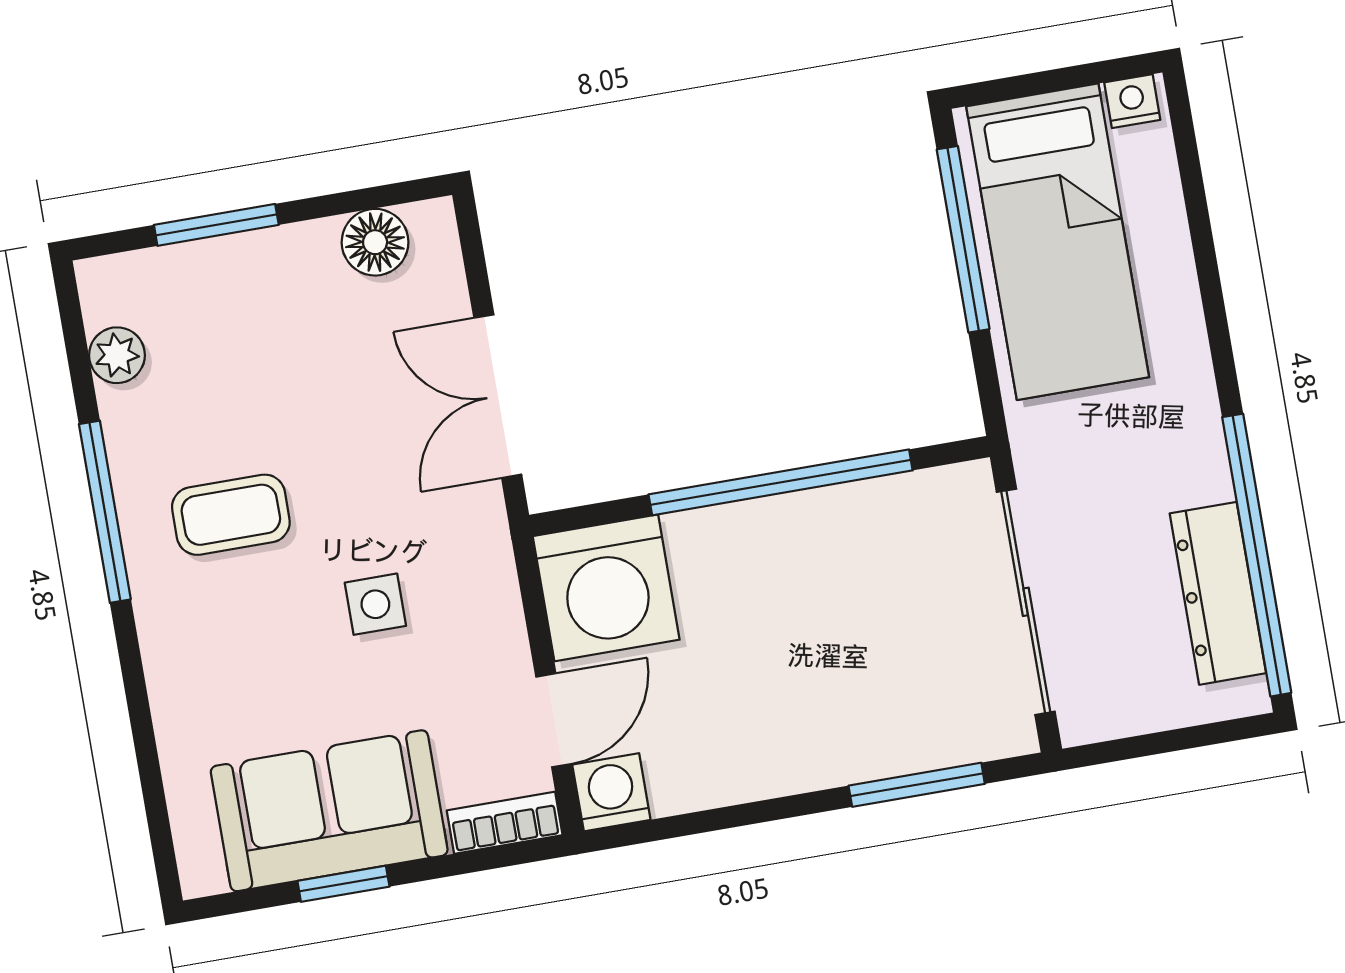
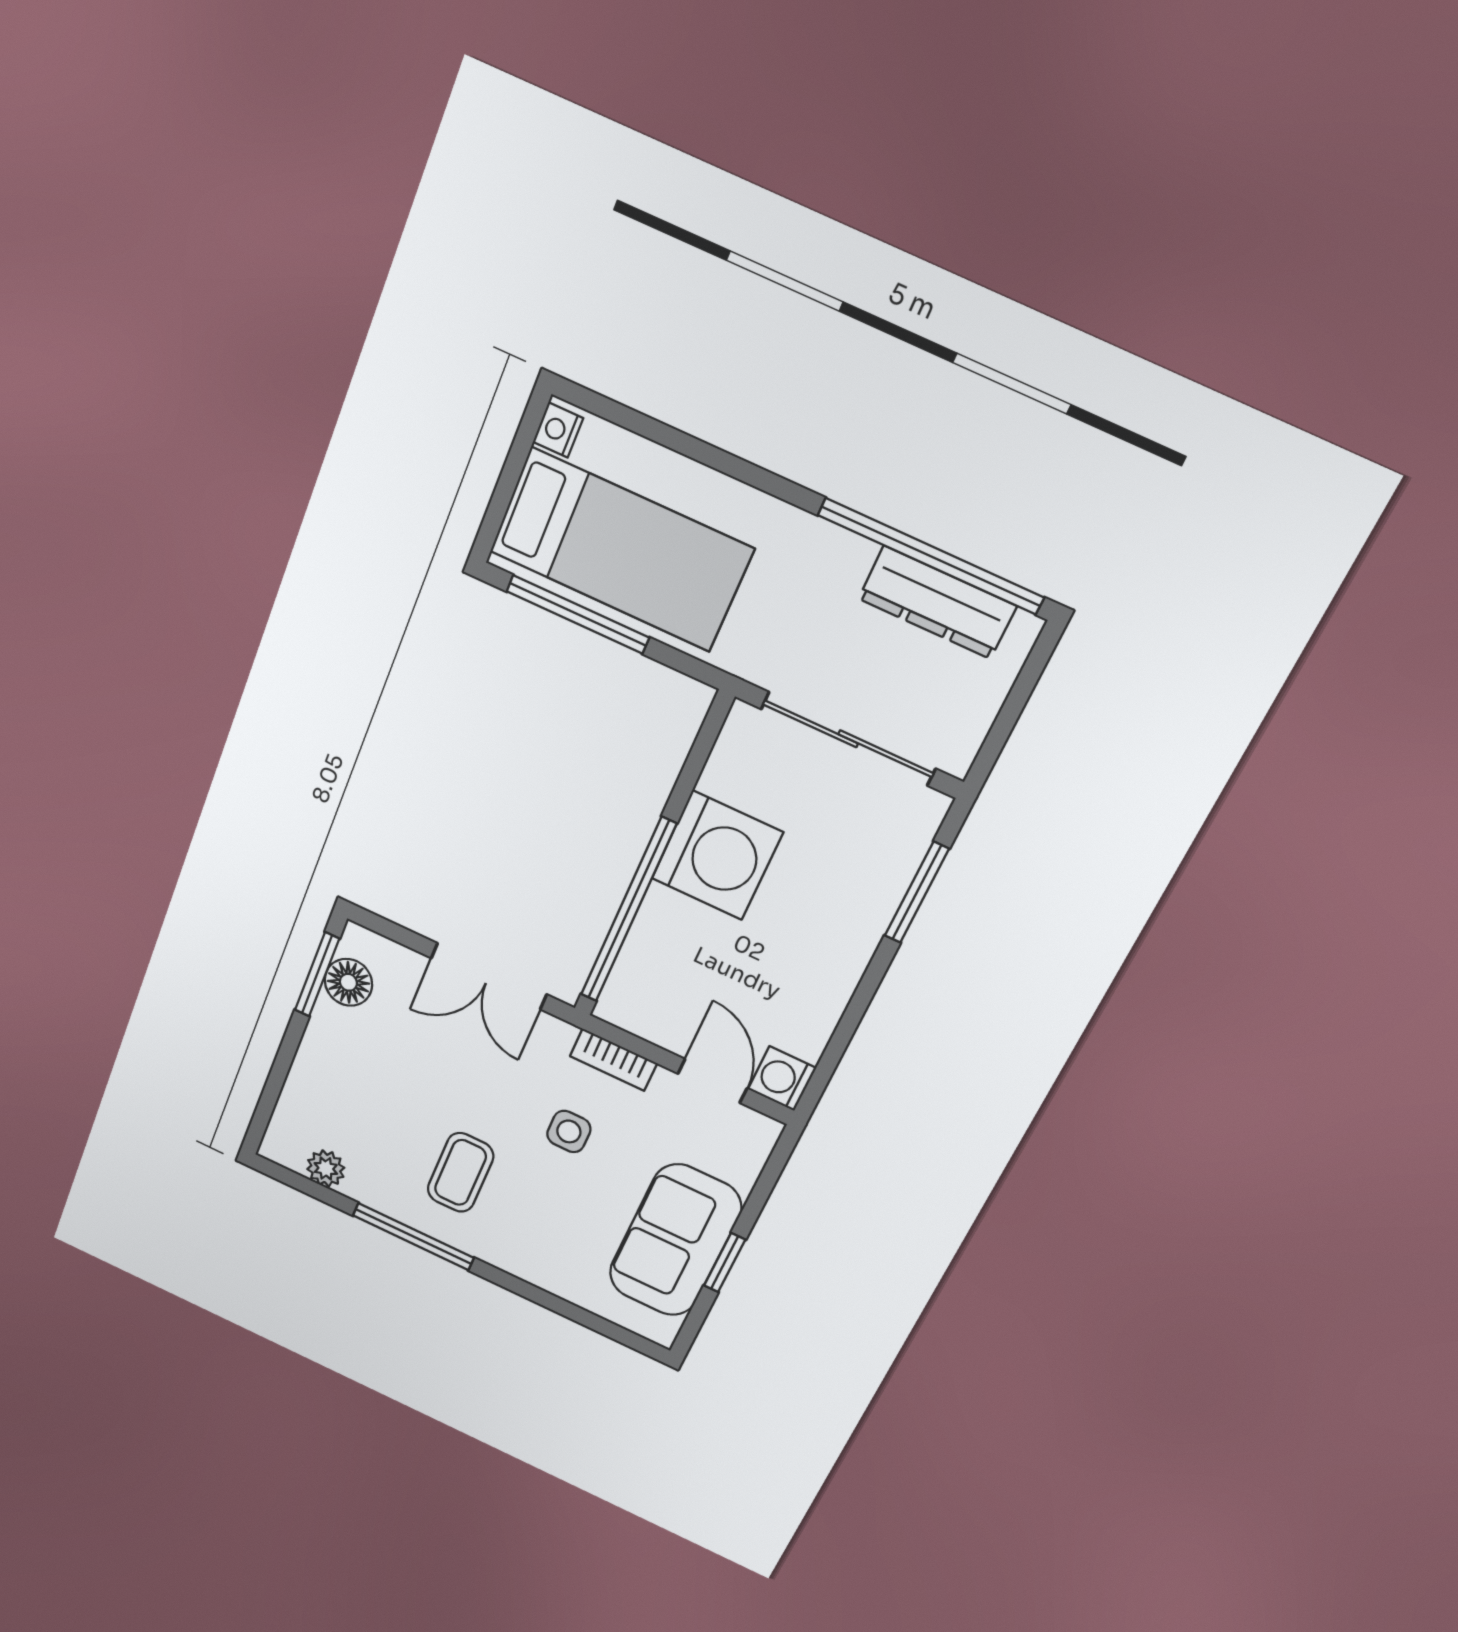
window: (216, 225) -> (317, 974), moved
window: (781, 482) -> (628, 910), moved
washing machine: (606, 588) -> (717, 855), moved
bookcase: (505, 823) -> (613, 1060), moved, turned -90

